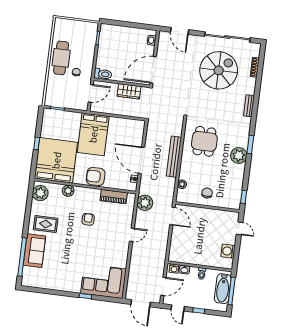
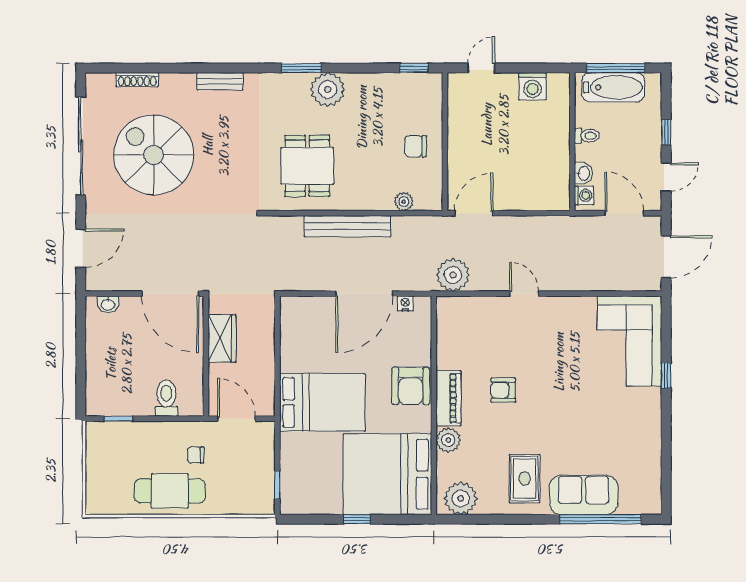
toilet: (103, 74) -> (166, 398), moved
dining table: (204, 141) -> (307, 166), turned 90
piano: (114, 197) -> (448, 398), moved

